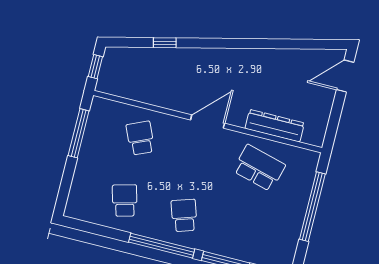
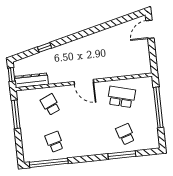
door: (208, 122) -> (84, 82), swing flipped
dresser: (275, 126) -> (31, 80), moved
school desk: (184, 215) -> (125, 134), moved
window: (162, 246) -> (49, 163), moved

